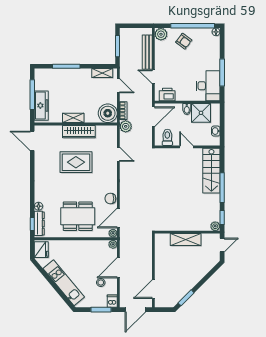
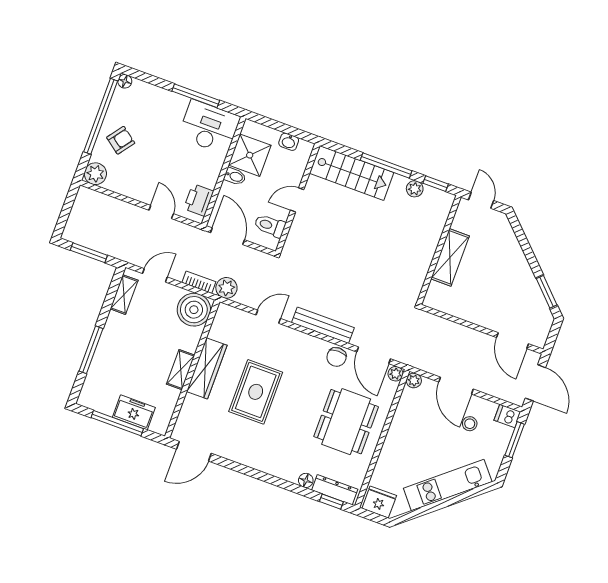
bench: (147, 52) -> (323, 325), moved
door: (153, 77) -> (161, 212), swing flipped
freezer: (41, 106) -> (134, 412), width x0.71
plant: (215, 226) -> (415, 189), moved

